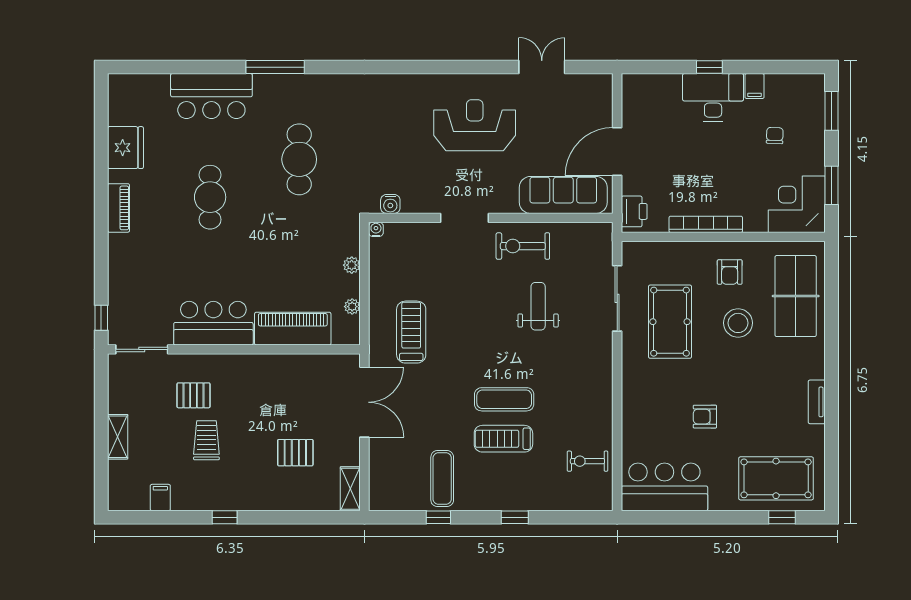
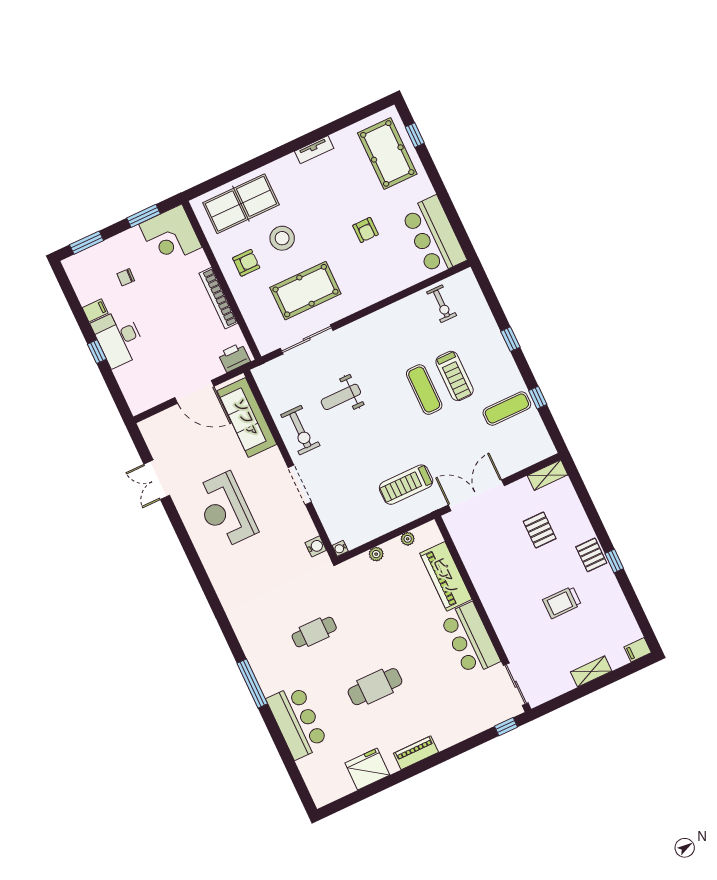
cafe table: (299, 159) -> (314, 632), width x0.73, depth x0.74
pallet: (193, 395) -> (591, 555), moved
filing cabinet: (160, 498) -> (638, 650), moved

